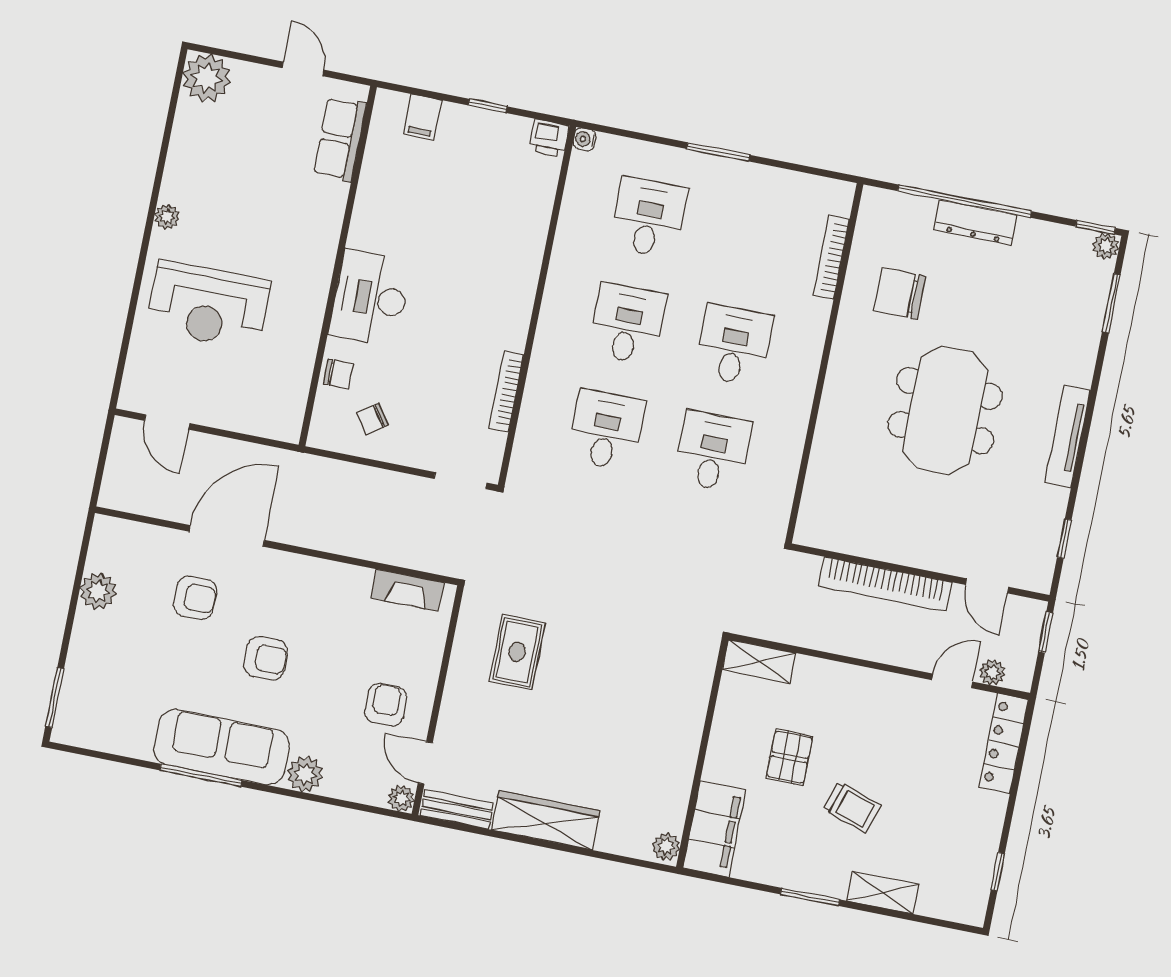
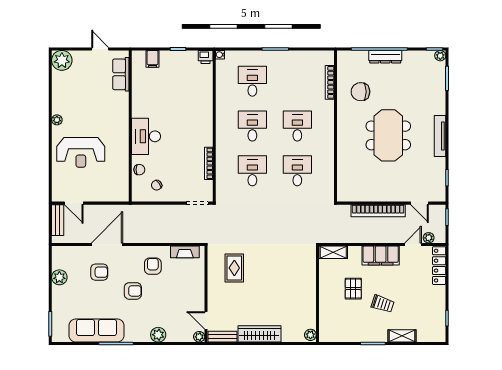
bench: (121, 455) -> (58, 220), added
armchair: (386, 705) -> (153, 266), moved
sofa: (222, 747) -> (96, 331), moved
filing cabinet: (714, 829) -> (381, 255), moved, turned 90

